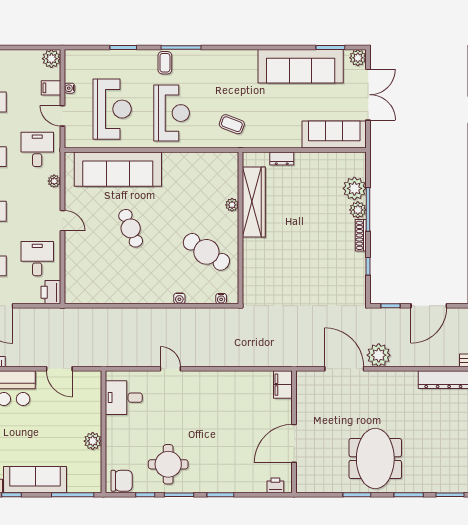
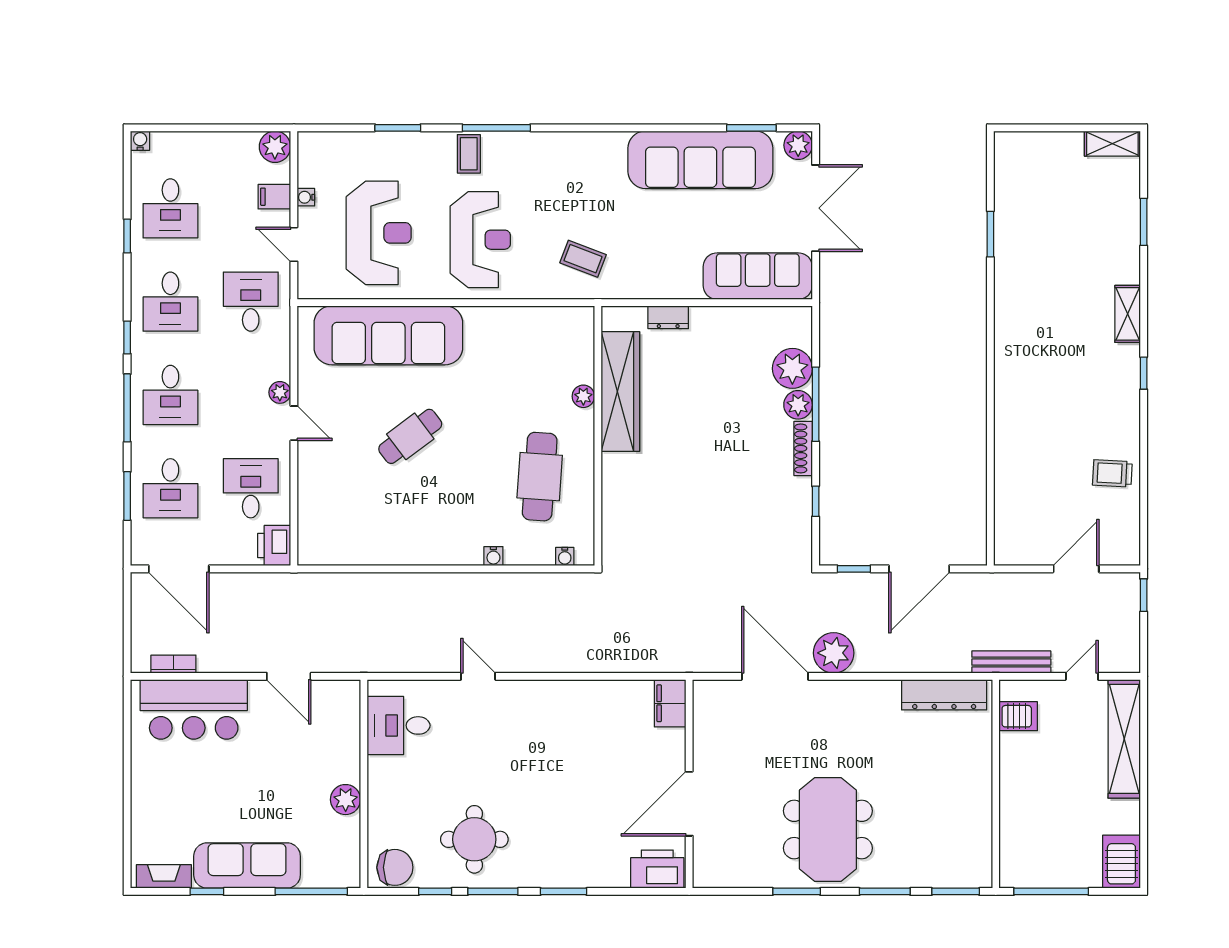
plant: (54, 181) -> (280, 392), moved
cafe table: (131, 228) -> (410, 436), turned 75
cafe table: (206, 252) -> (540, 477), turned 60
printer: (275, 485) -> (657, 869), width x1.87, depth x1.48

